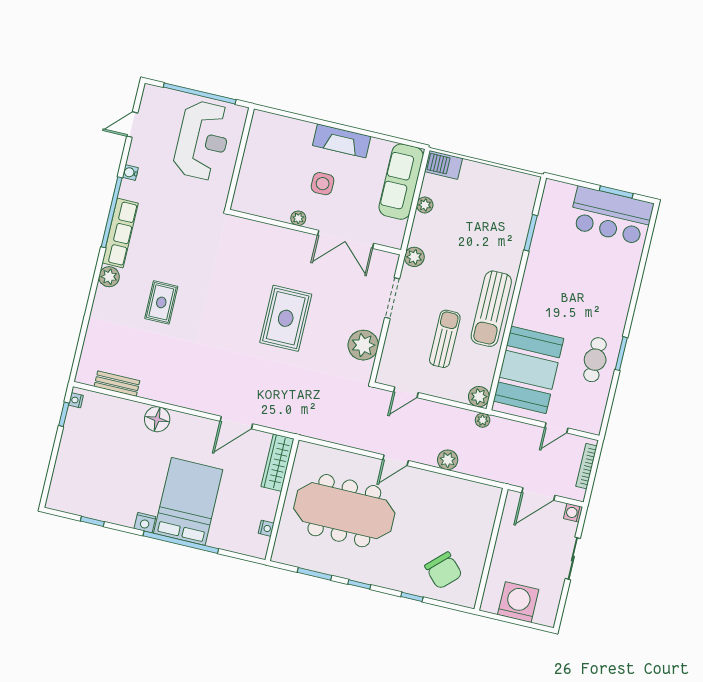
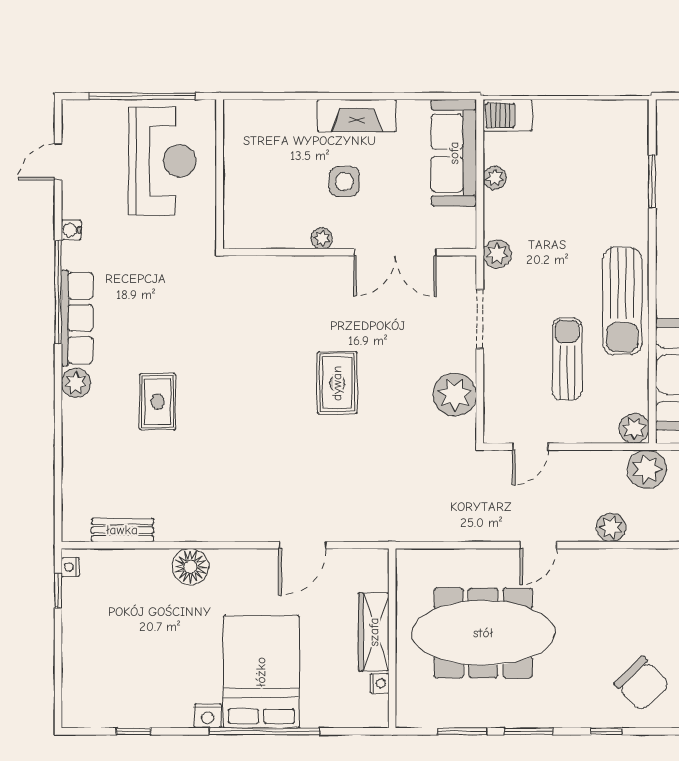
rug: (286, 318) -> (337, 383), width x0.73, depth x0.70
plant: (483, 420) -> (647, 469), width x1.88, depth x1.88
wardrobe: (278, 463) -> (374, 632), moved
window: (359, 584) -> (529, 731), width x1.50

